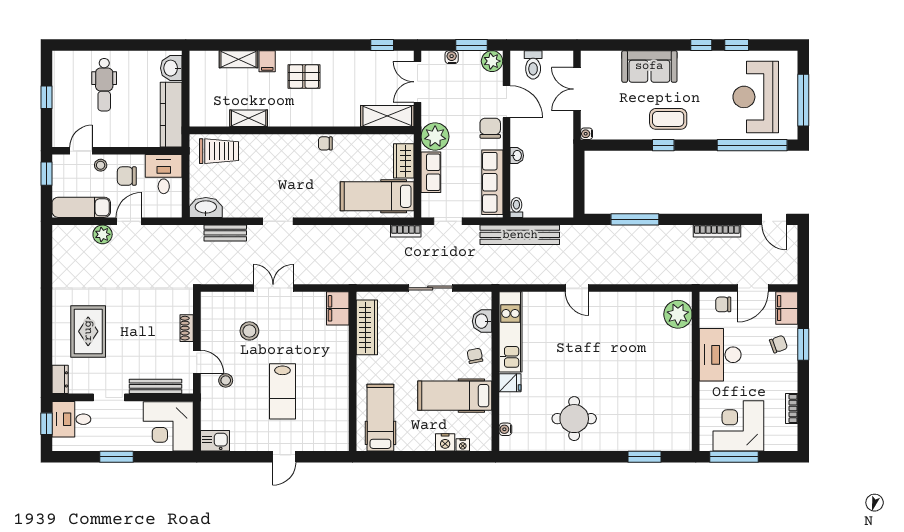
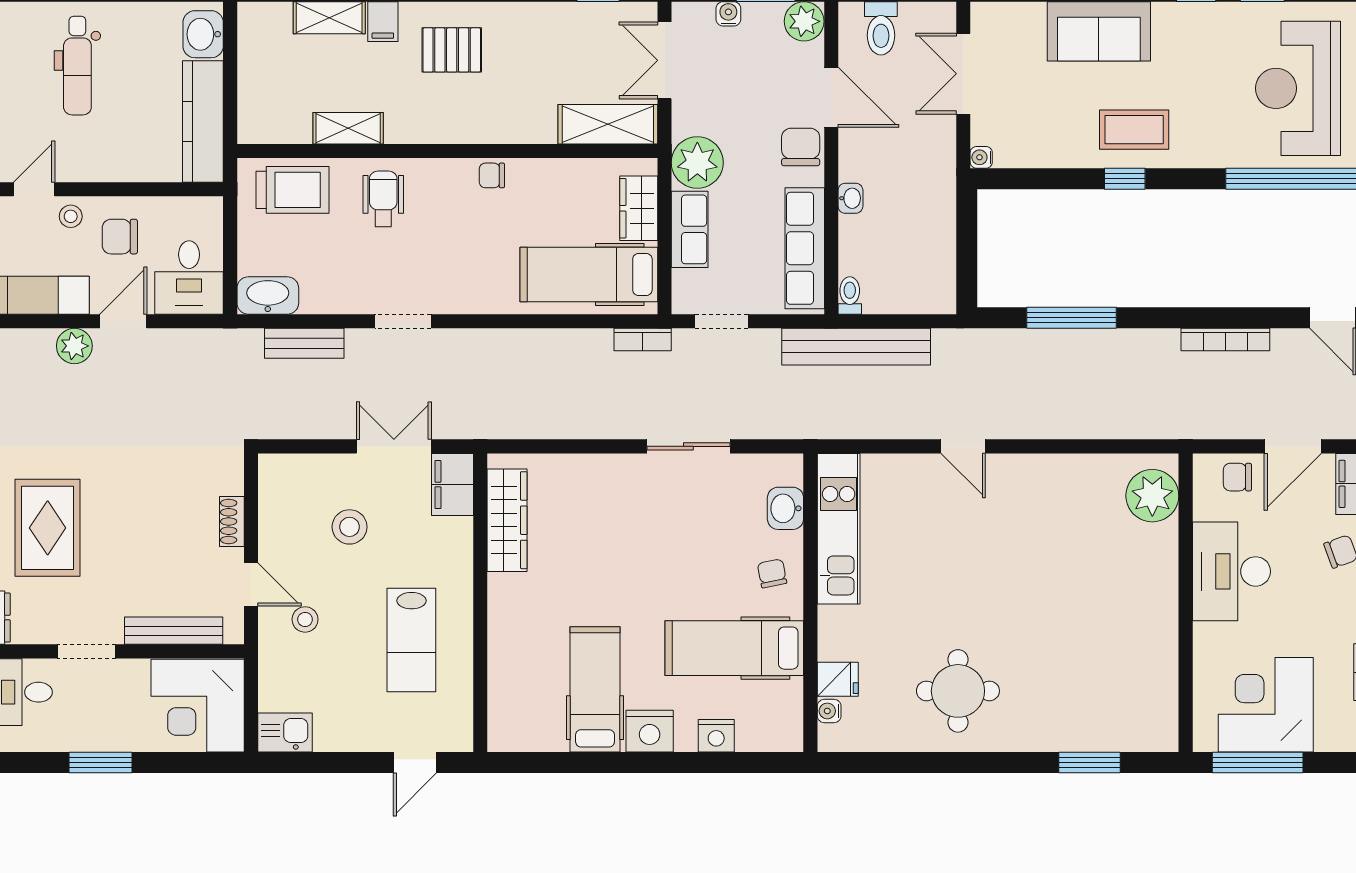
wheelchair: (267, 156) -> (383, 199), added
desk: (164, 174) -> (189, 277), moved, turned 180
filing cabinet: (338, 308) -> (453, 484), moved
wardrobe: (367, 327) -> (507, 520), moved
wall: (353, 371) -> (480, 603), moved
fridge: (510, 383) -> (838, 679), moved
nightstand: (463, 445) -> (650, 731), moved, width x1.89, depth x1.79

